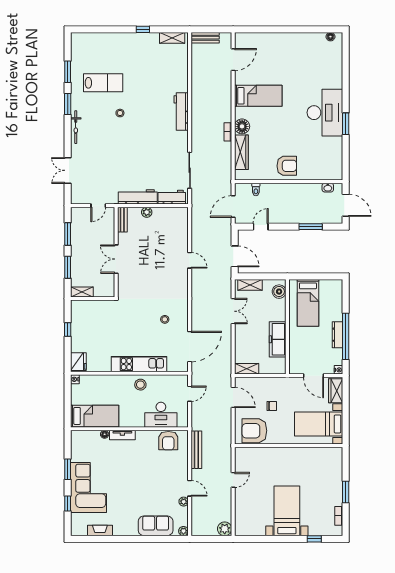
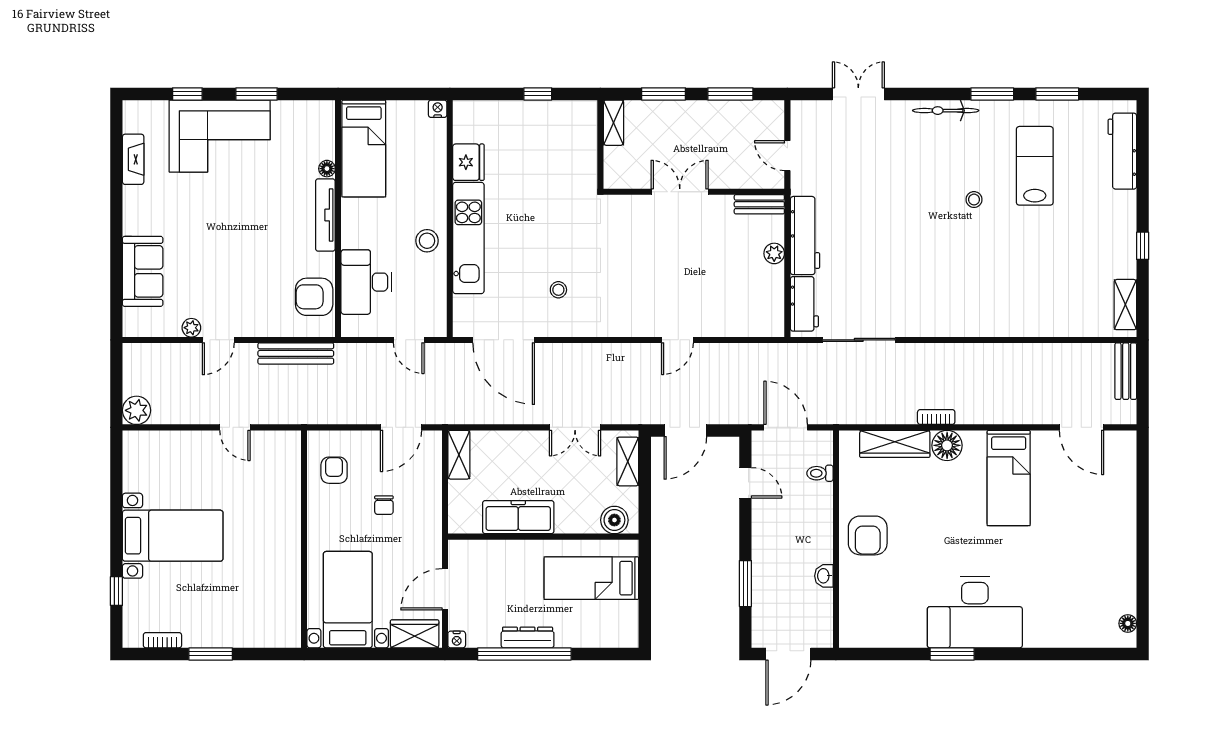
lab bench: (103, 83) -> (1035, 166), turned 180
workbench: (181, 112) -> (1122, 151), moved, turned -90
washbasin: (328, 188) -> (824, 576), moved
fridge: (78, 362) -> (468, 162), moved, turned -90
armchair: (254, 431) -> (334, 470), width x0.53, depth x0.53
tv unit: (122, 435) -> (325, 215), width x1.41
plant: (183, 531) -> (132, 327), removed

